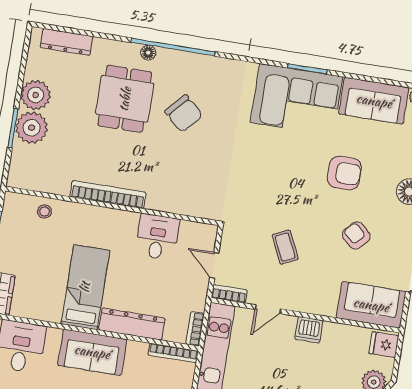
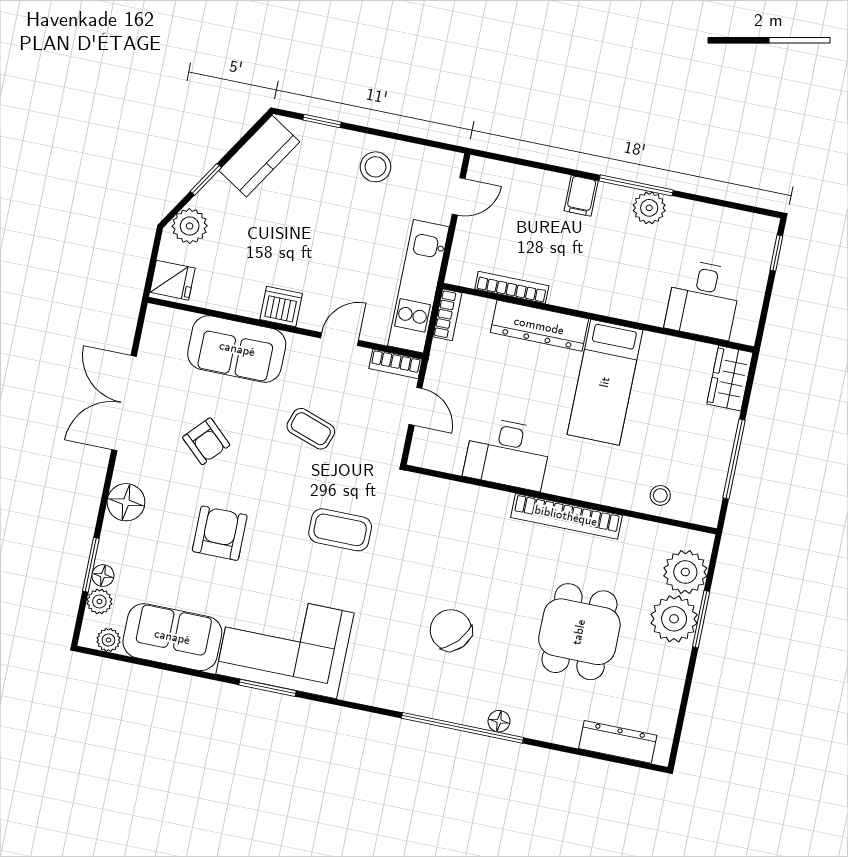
plant: (36, 95) -> (685, 572), moved
dining table: (125, 99) -> (579, 632), moved
armchair: (344, 173) -> (220, 533), turned 90
coffee table: (262, 179) -> (340, 530), added
desk: (157, 237) -> (508, 453), width x1.37
coffee table: (285, 247) -> (311, 429), turned -46
sofa: (371, 305) -> (237, 349), moved
sofa: (92, 352) -> (599, 287), removed
bookcase: (173, 353) -> (512, 287), moved

